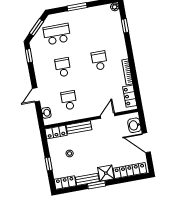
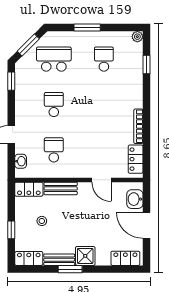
school desk: (99, 61) -> (104, 59), moved
door: (108, 116) -> (101, 180), swing flipped
locker: (130, 171) -> (125, 258), width x0.66

